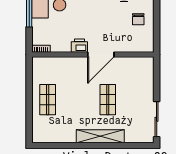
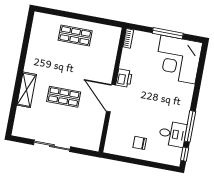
sliding door: (157, 119) -> (52, 146), moved
shelving: (100, 136) -> (27, 90), width x0.68

